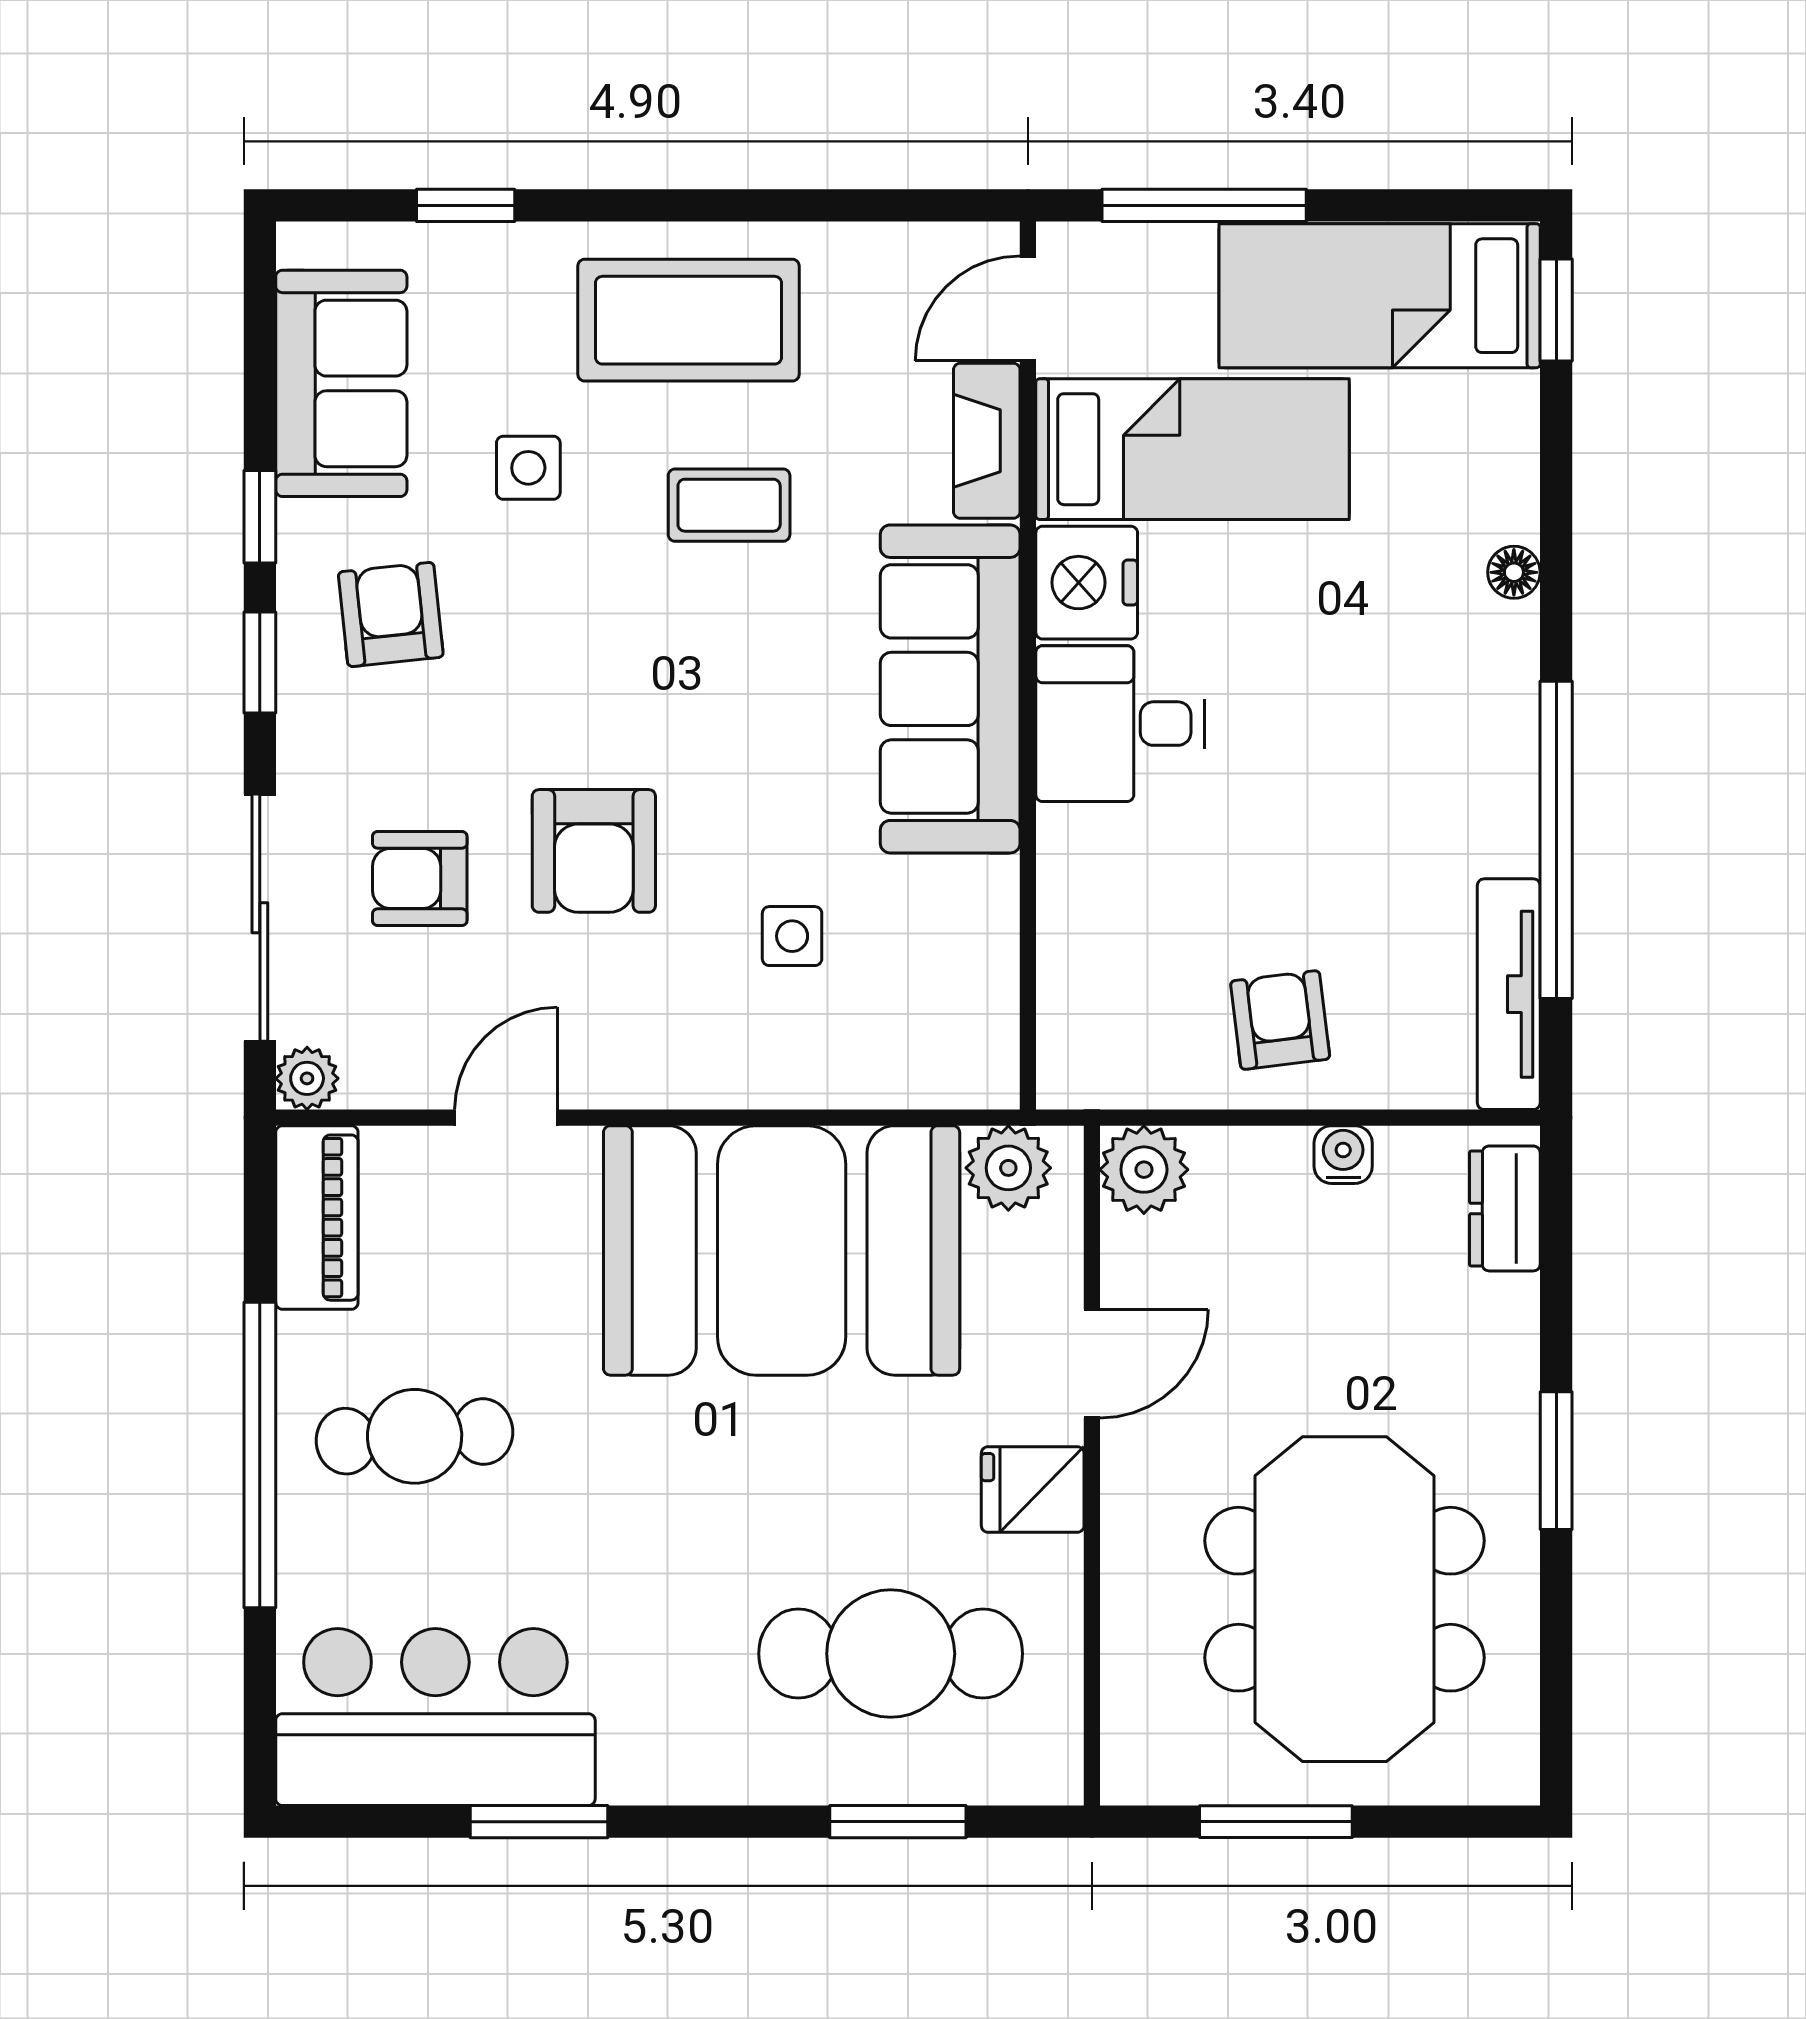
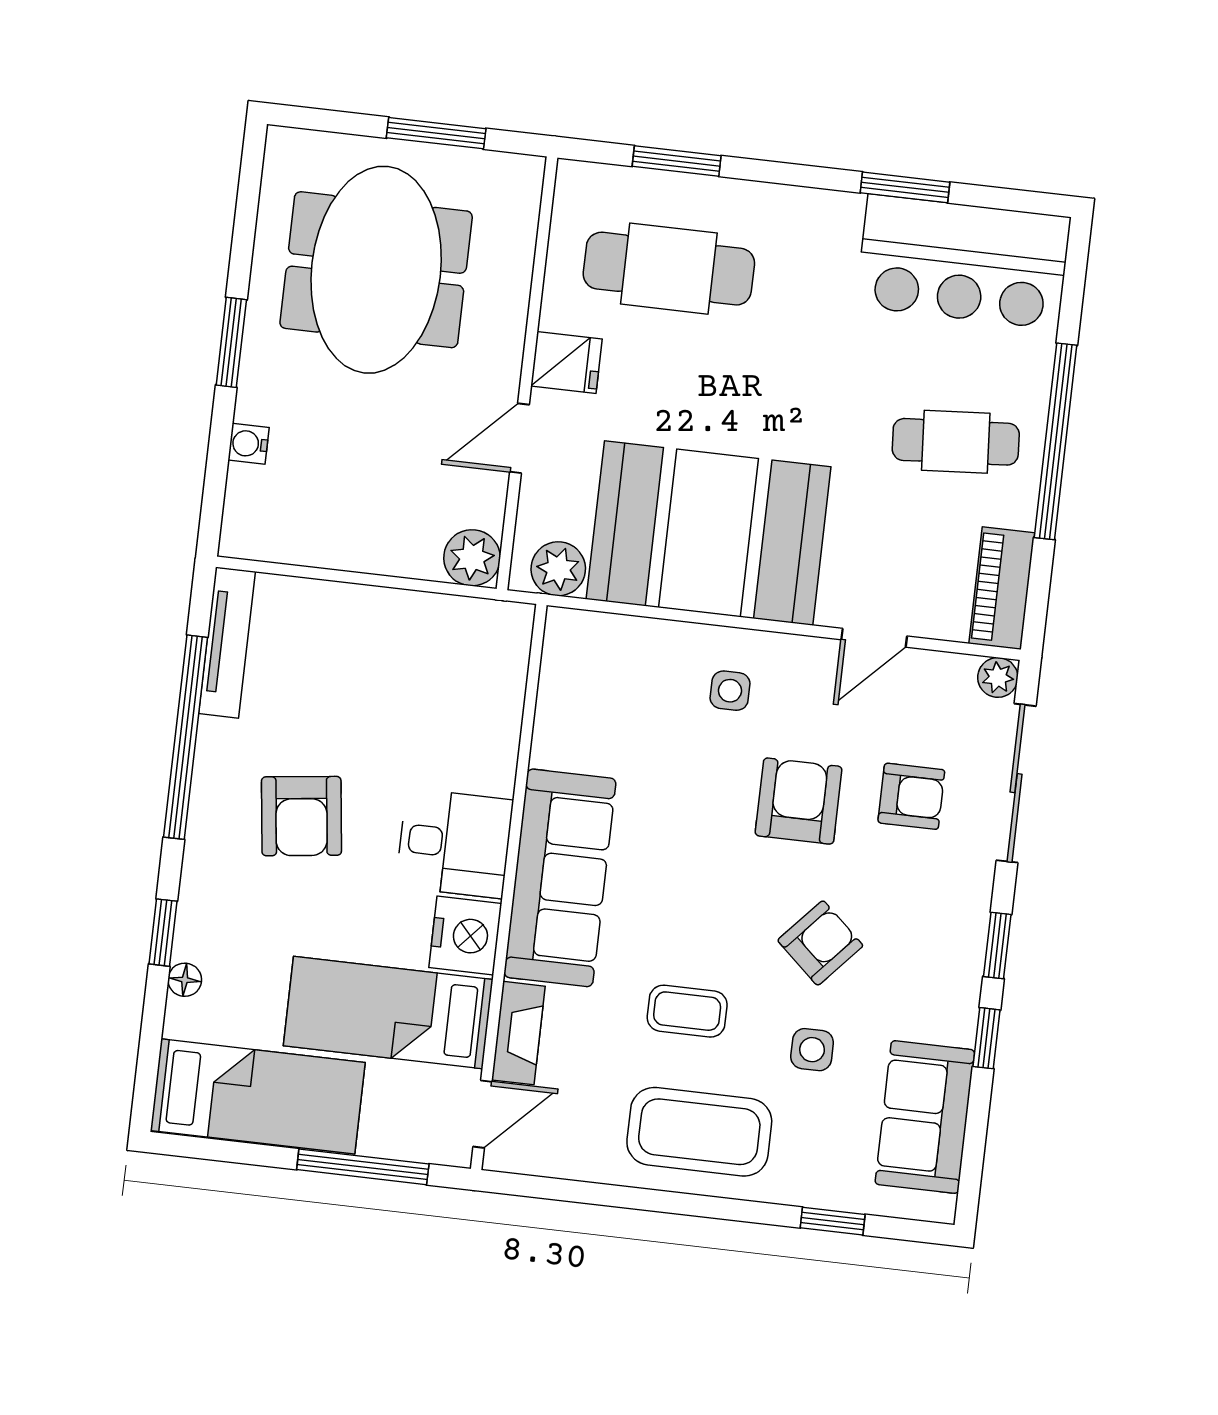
window: (1556, 310) -> (163, 933), moved
floor lamp: (1514, 572) -> (185, 980), moved
armchair: (391, 614) -> (820, 943), moved, turned -132
side table: (792, 936) -> (730, 691), moved
armchair: (1280, 1020) -> (301, 816), moved, width x1.38, depth x1.38
water cooler: (1343, 1155) -> (249, 444), moved, turned 90
dresser: (1505, 1208) -> (245, 506), removed

